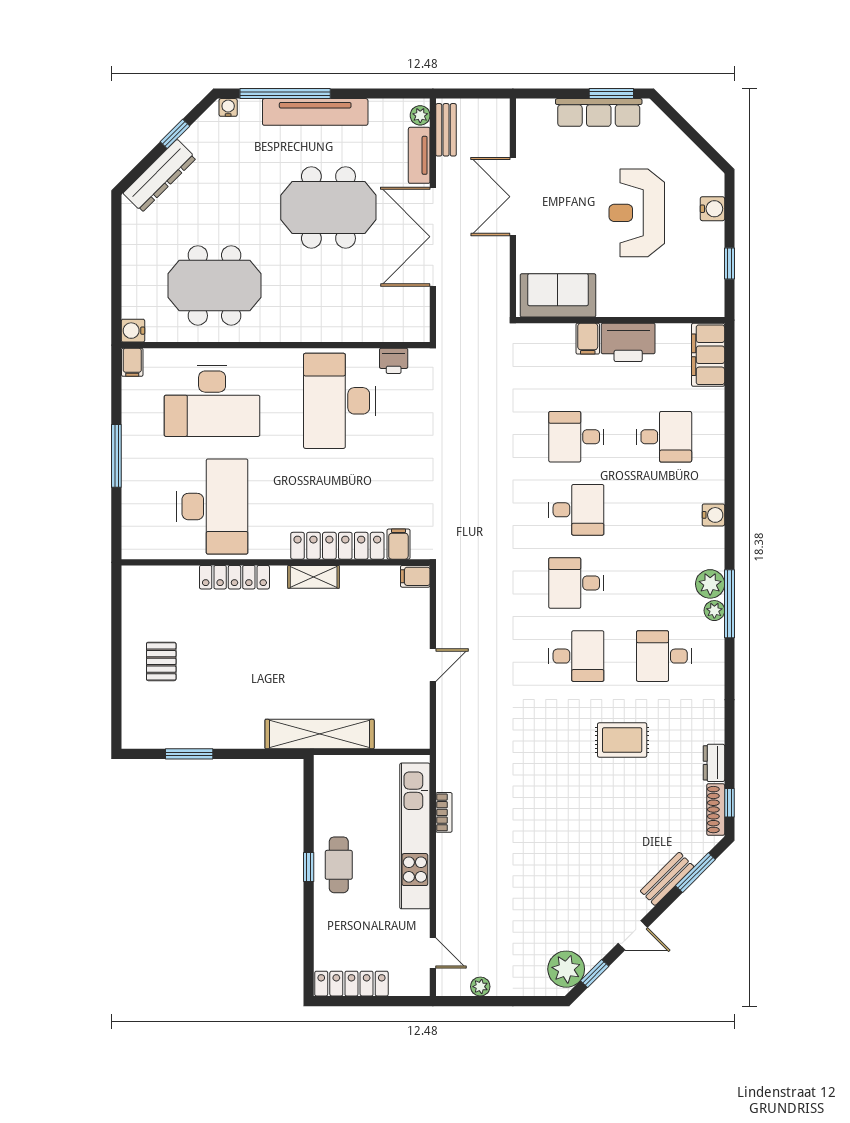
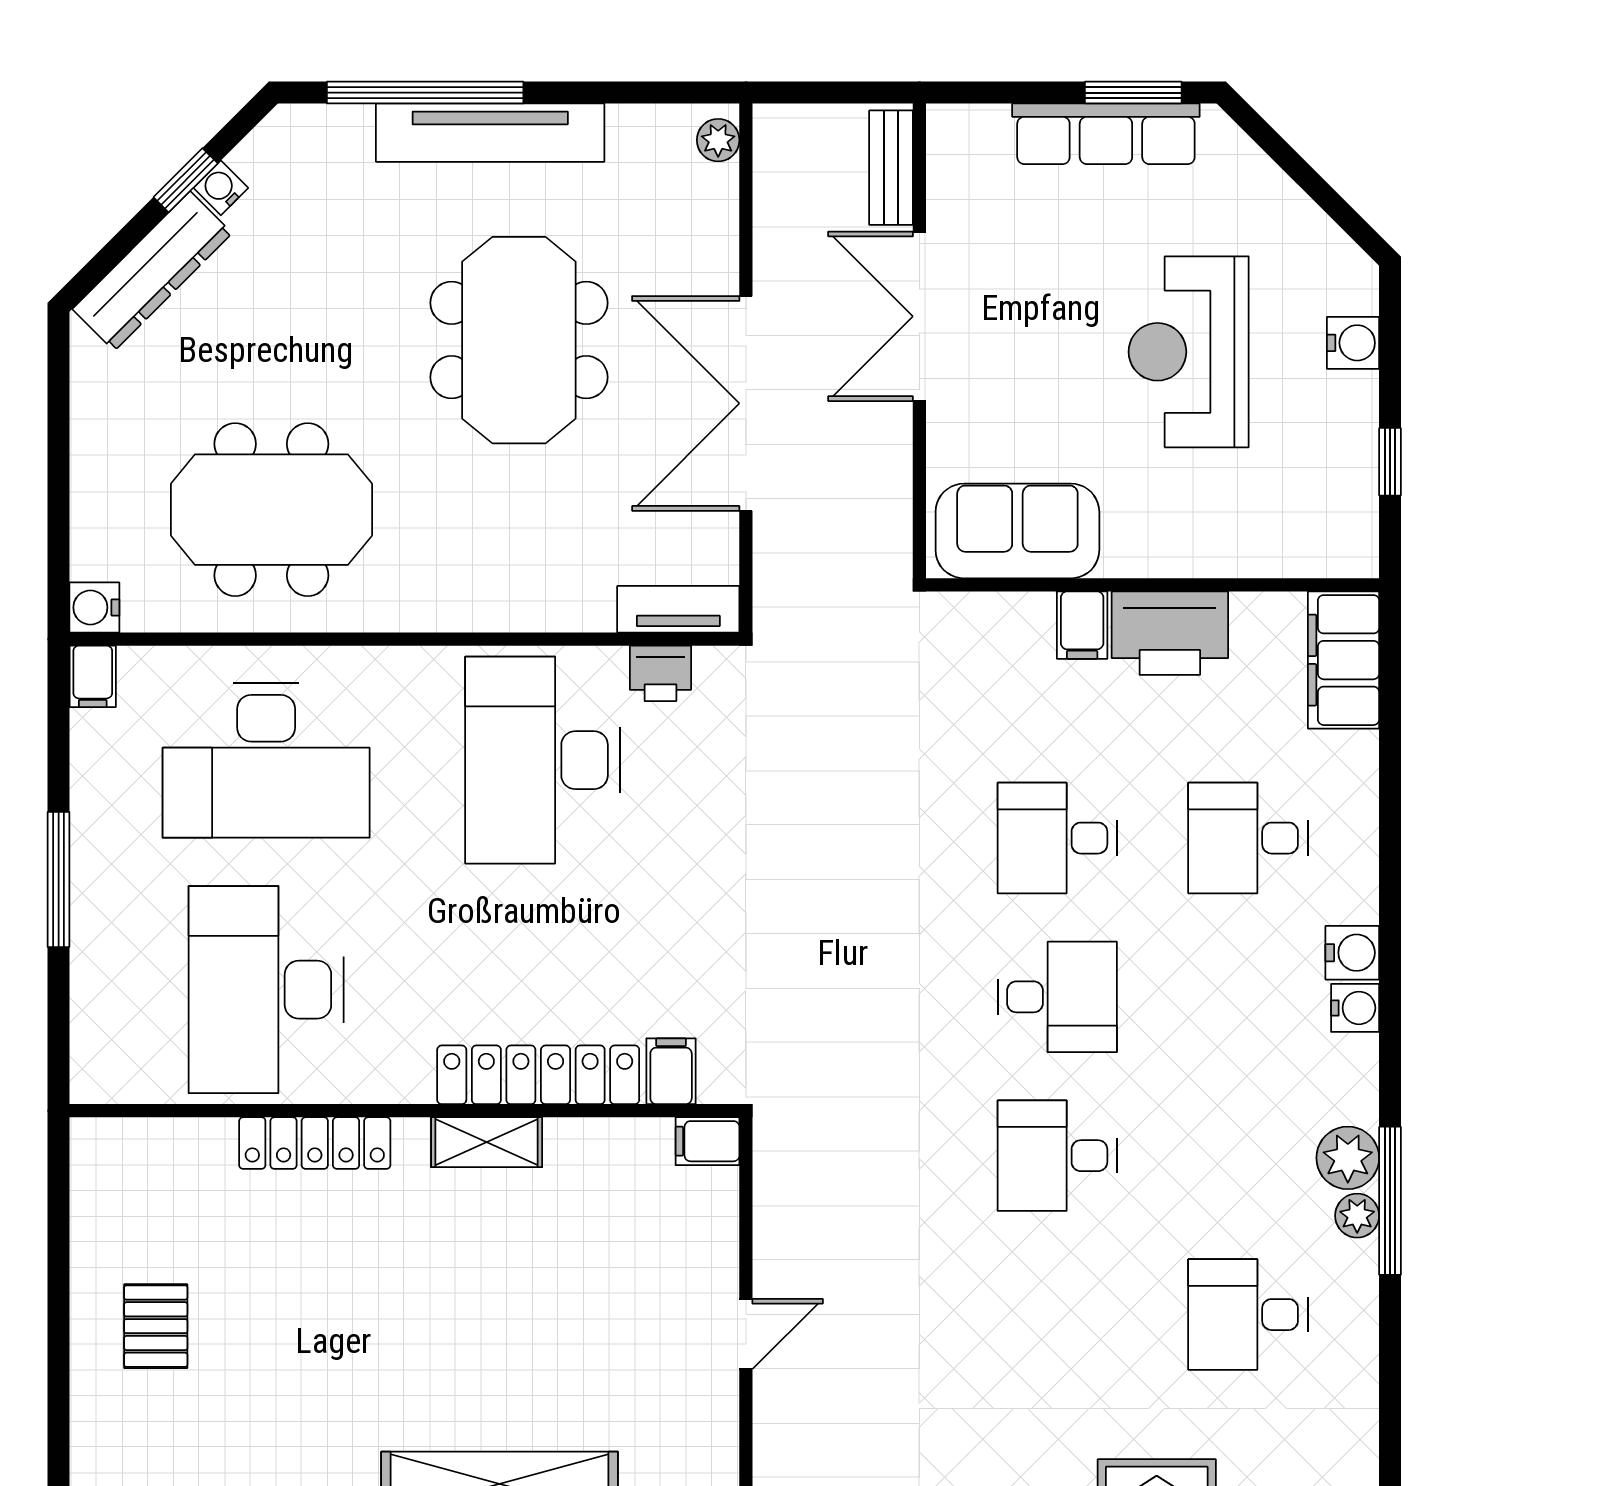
water cooler: (228, 107) -> (221, 188), moved, turned -45
bench: (446, 130) -> (891, 168), moved
tv unit: (419, 155) -> (678, 609), moved, turned 90
meeting table: (328, 207) -> (519, 340), turned 90
desk: (664, 437) -> (1248, 838), turned 180
water cooler: (712, 490) -> (1352, 953), added
desk: (212, 507) -> (266, 990), turned 180
desk: (576, 656) -> (1057, 1315), removed

